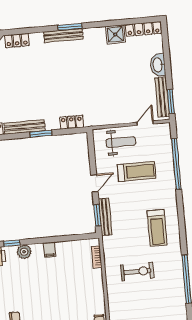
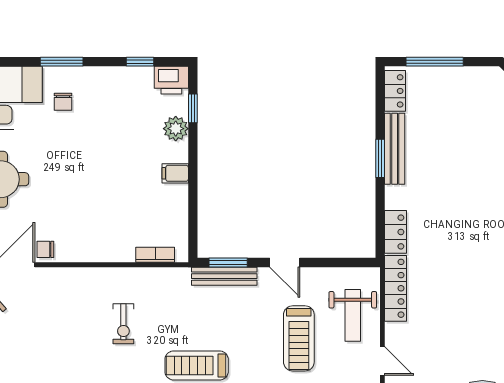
locker: (103, 119) -> (396, 288), added
window: (41, 134) -> (380, 158), moved
exercise bike: (137, 271) -> (123, 324), width x0.73, depth x0.72

